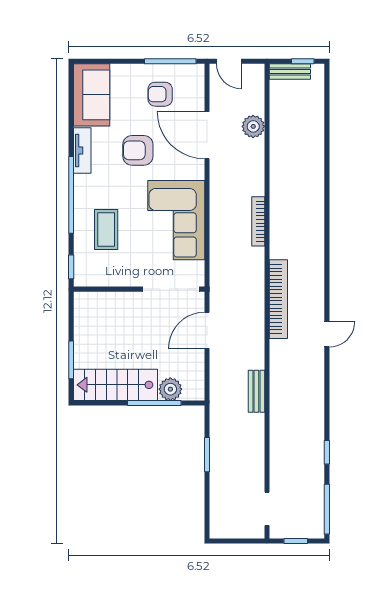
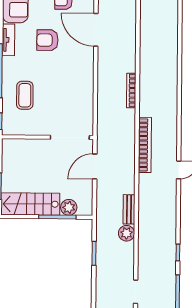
plant: (253, 126) -> (126, 233), moved
corner sofa: (176, 220) -> (74, 89), removed

